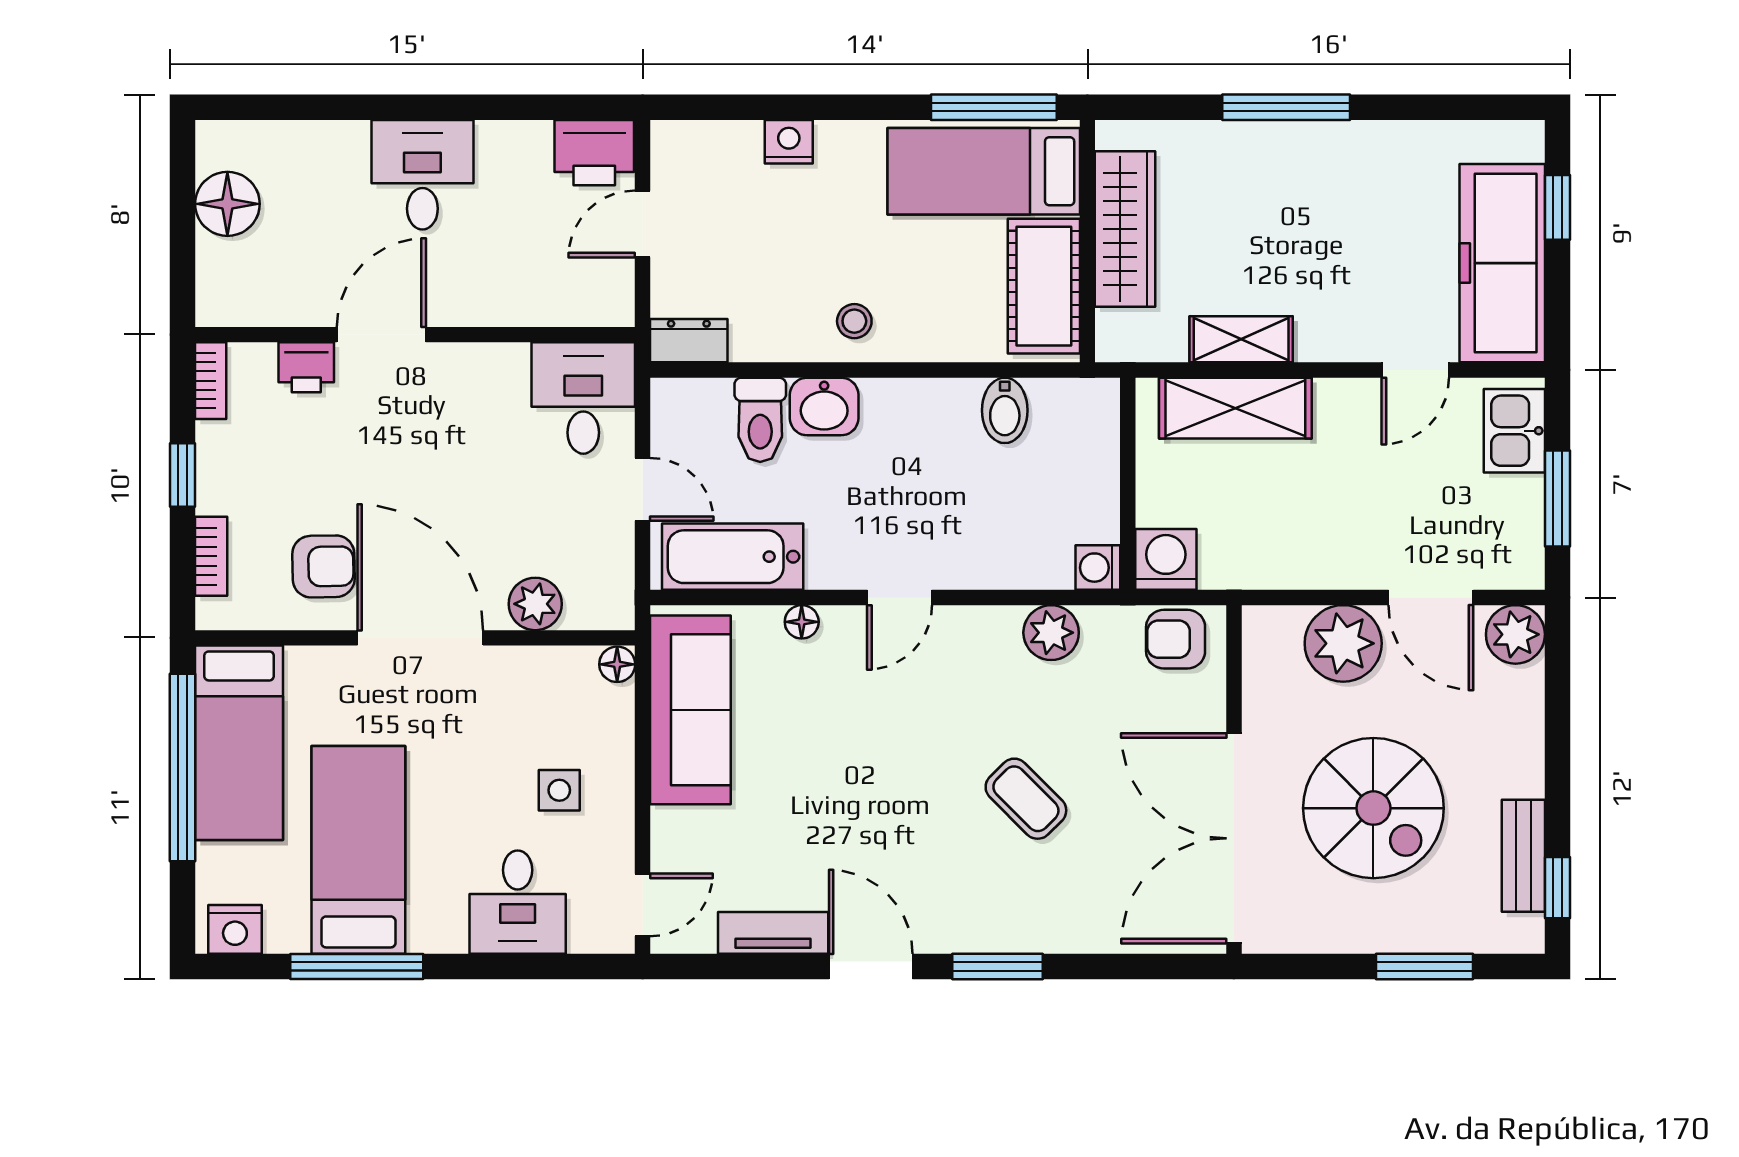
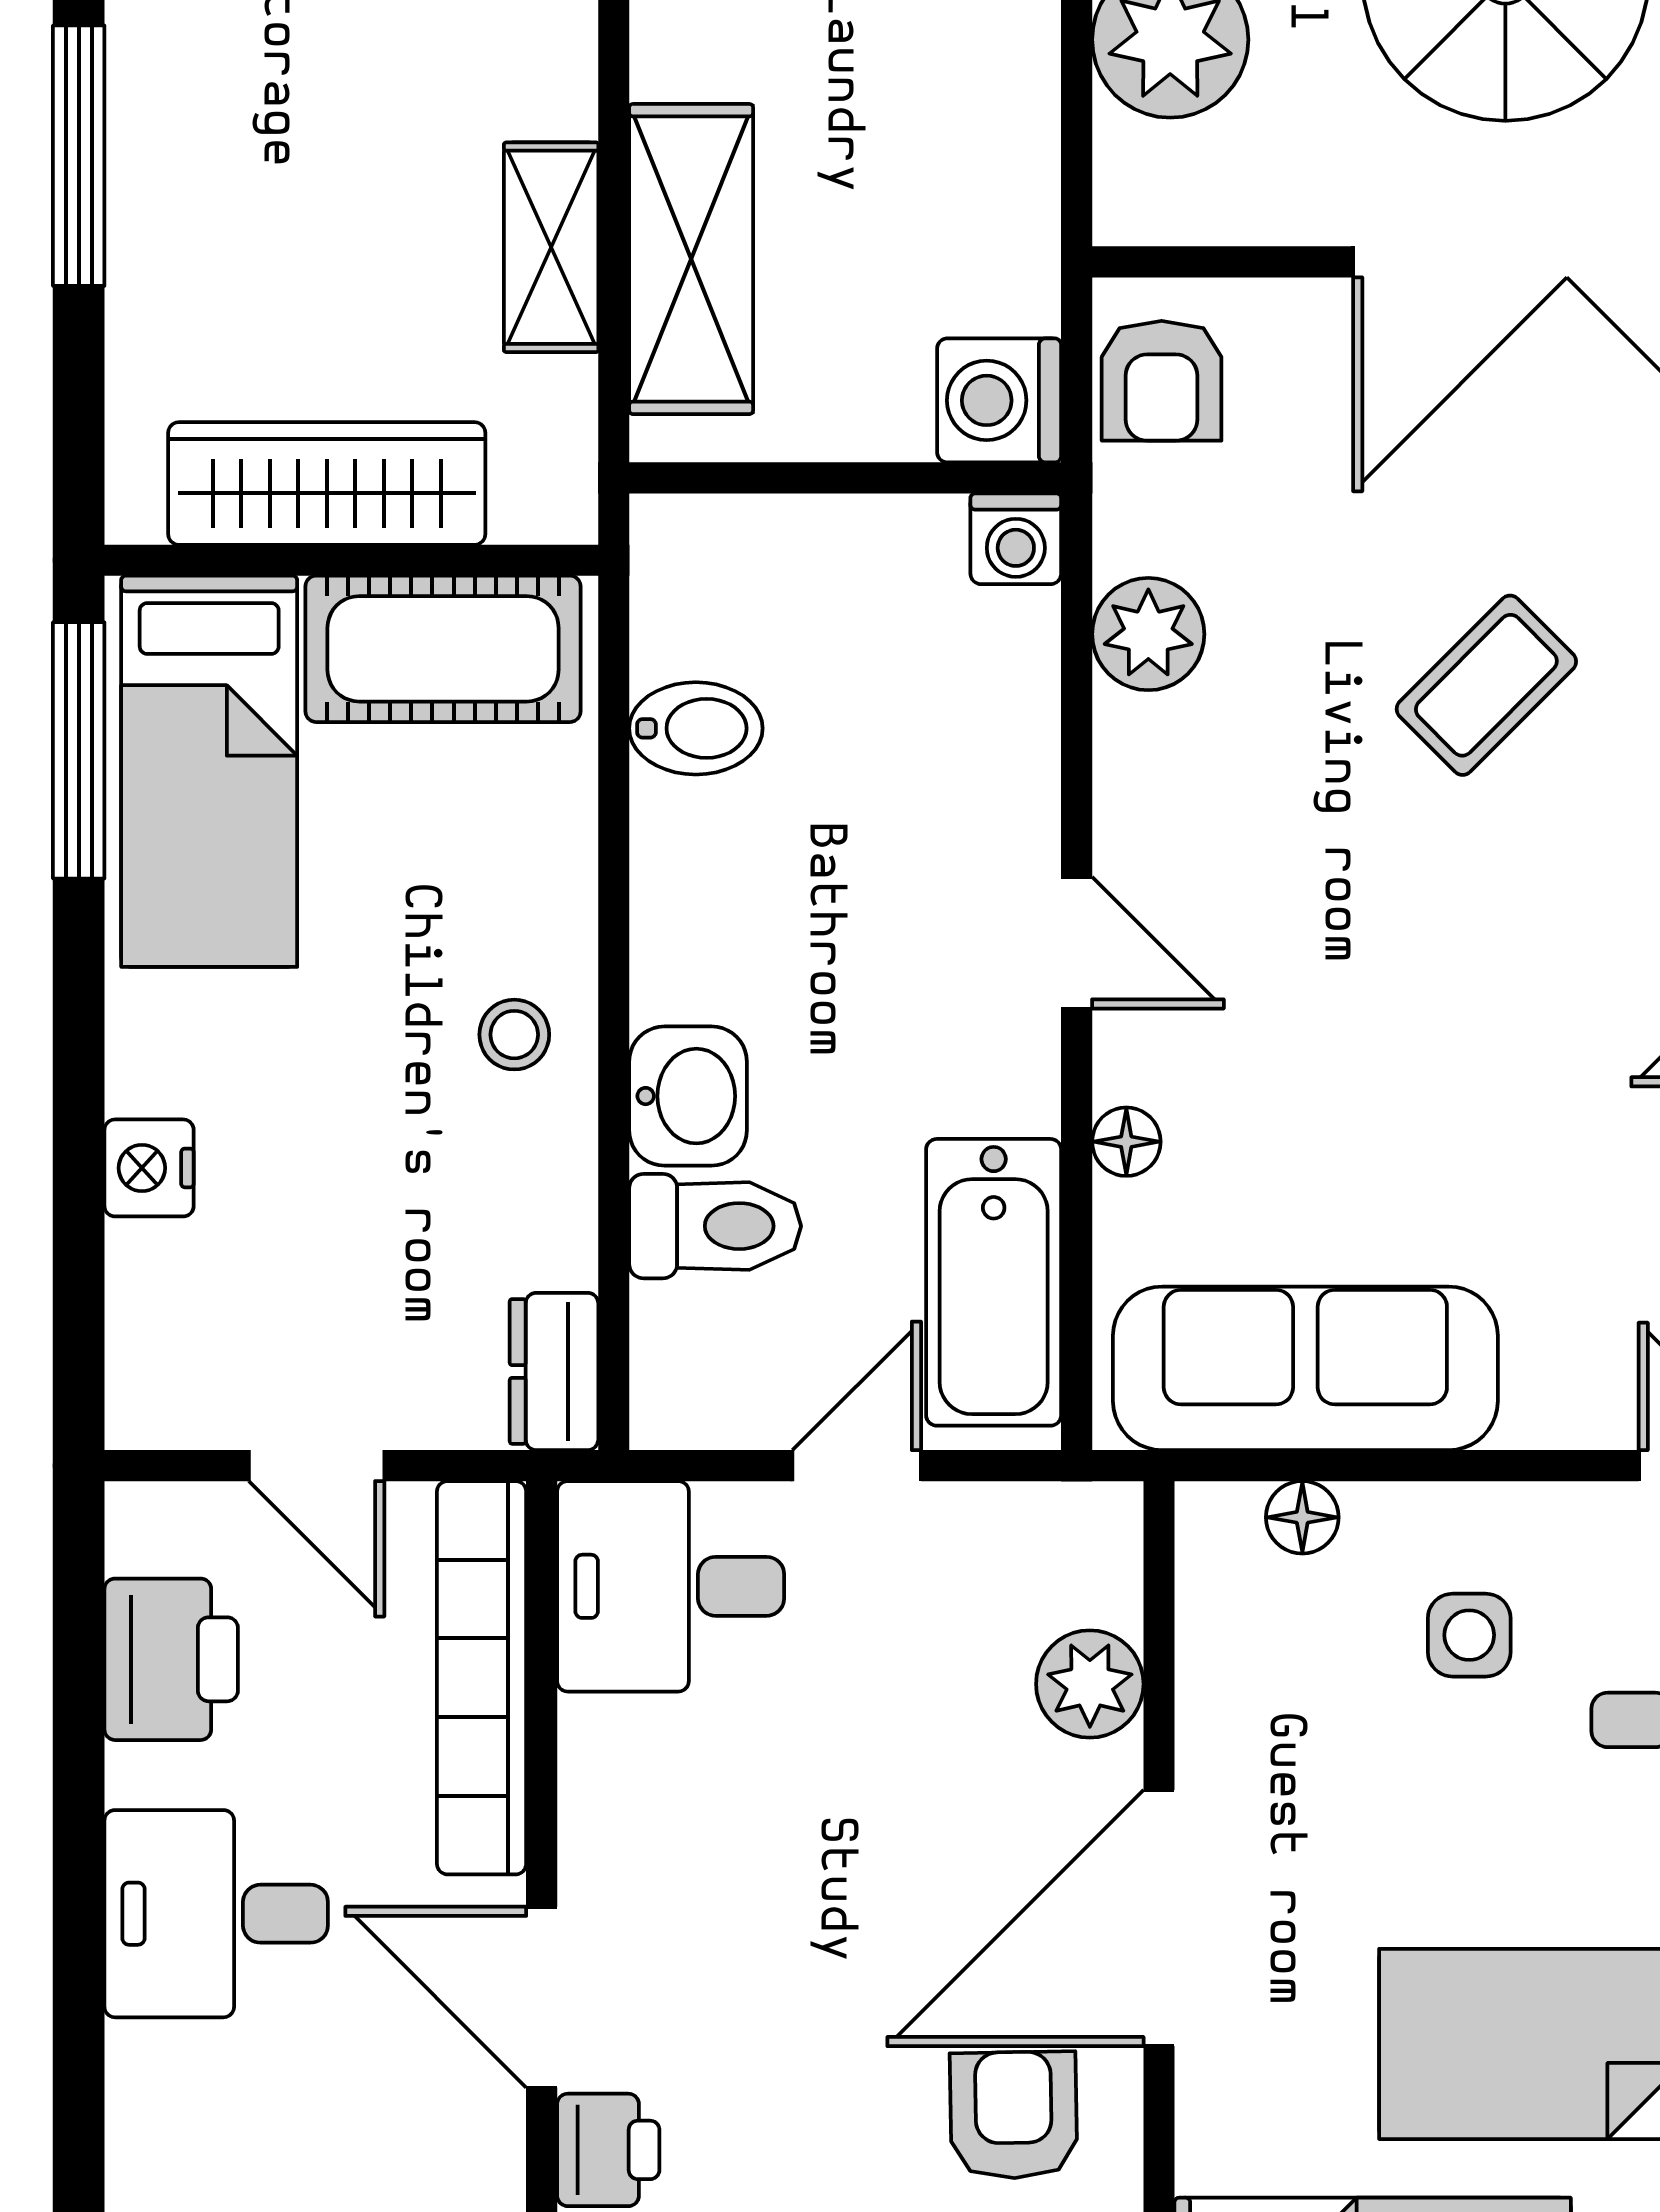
printer: (594, 153) -> (171, 1659), moved
bookcase: (538, 305) -> (482, 1678), added
floor lamp: (617, 664) -> (1302, 1517), moved

